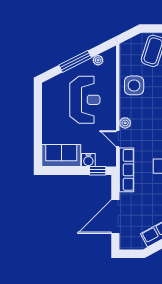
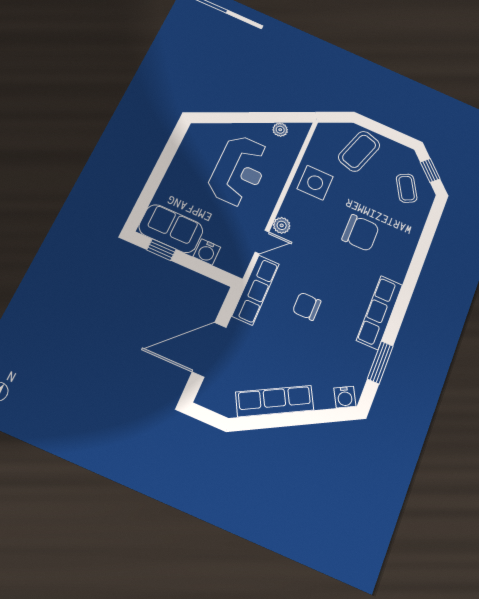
window: (75, 61) -> (249, 118), removed
door: (118, 139) -> (262, 242), swing flipped
window: (98, 171) -> (161, 250), moved

